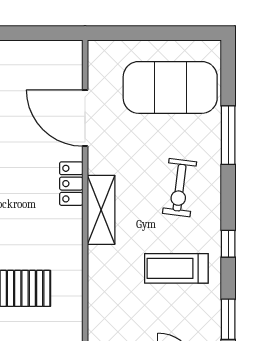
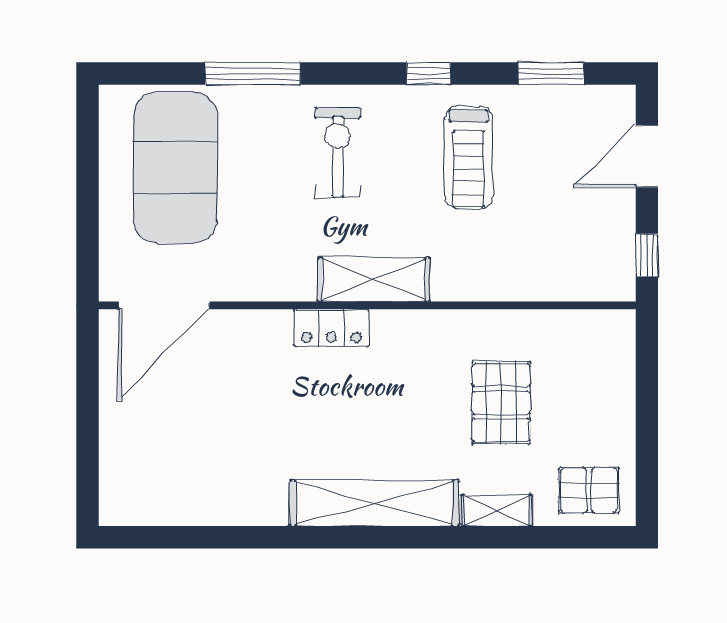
door: (85, 118) -> (164, 305), moved
exercise bike: (180, 188) -> (338, 152), turned -97

